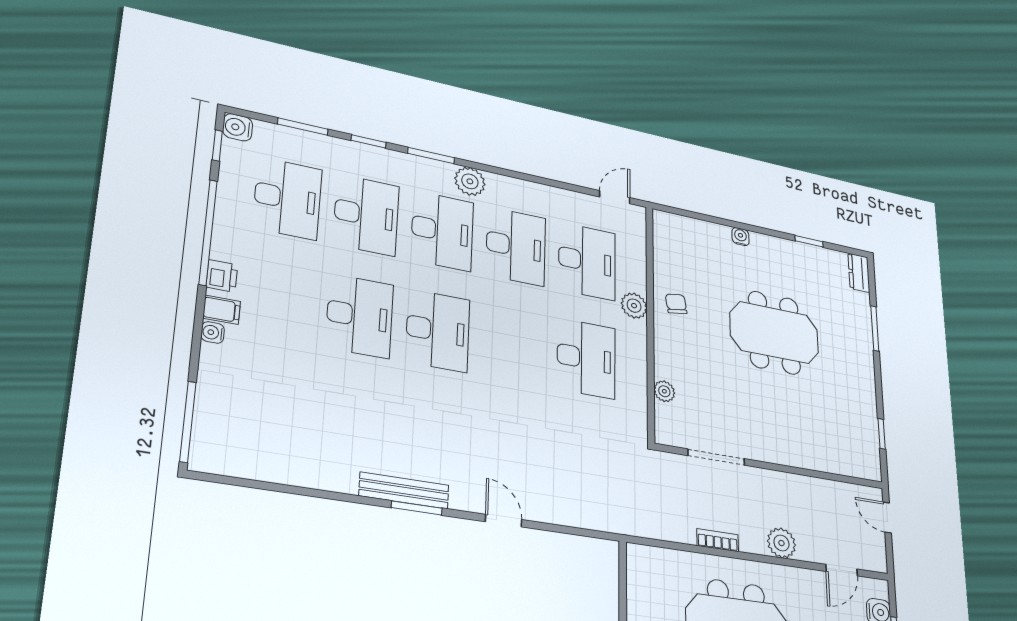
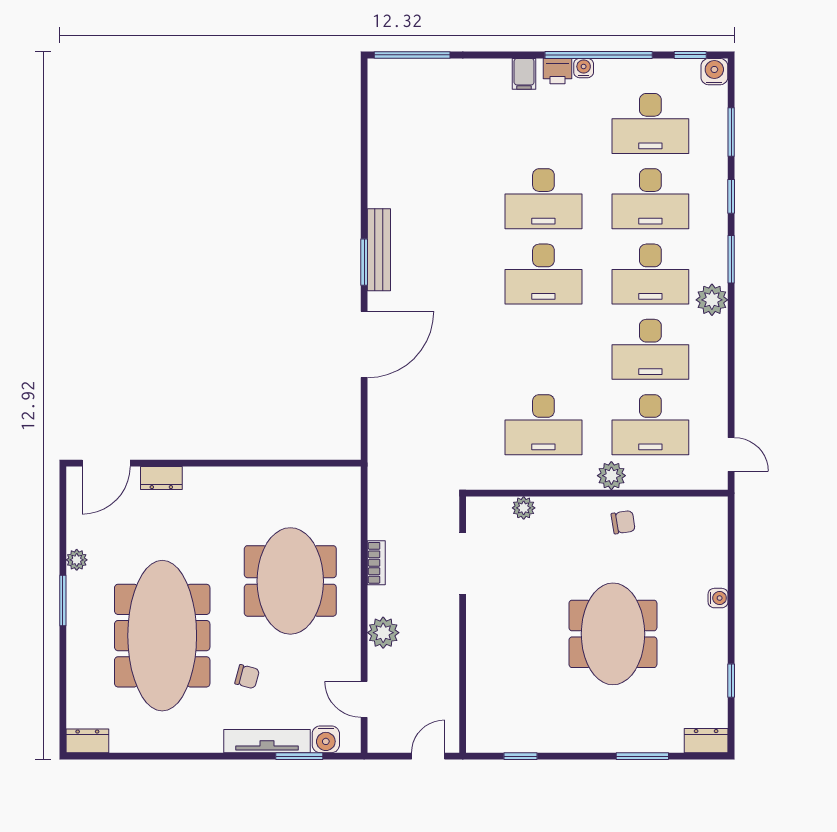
water cooler: (213, 332) -> (584, 68), moved
door: (504, 521) -> (364, 345), width x1.87

